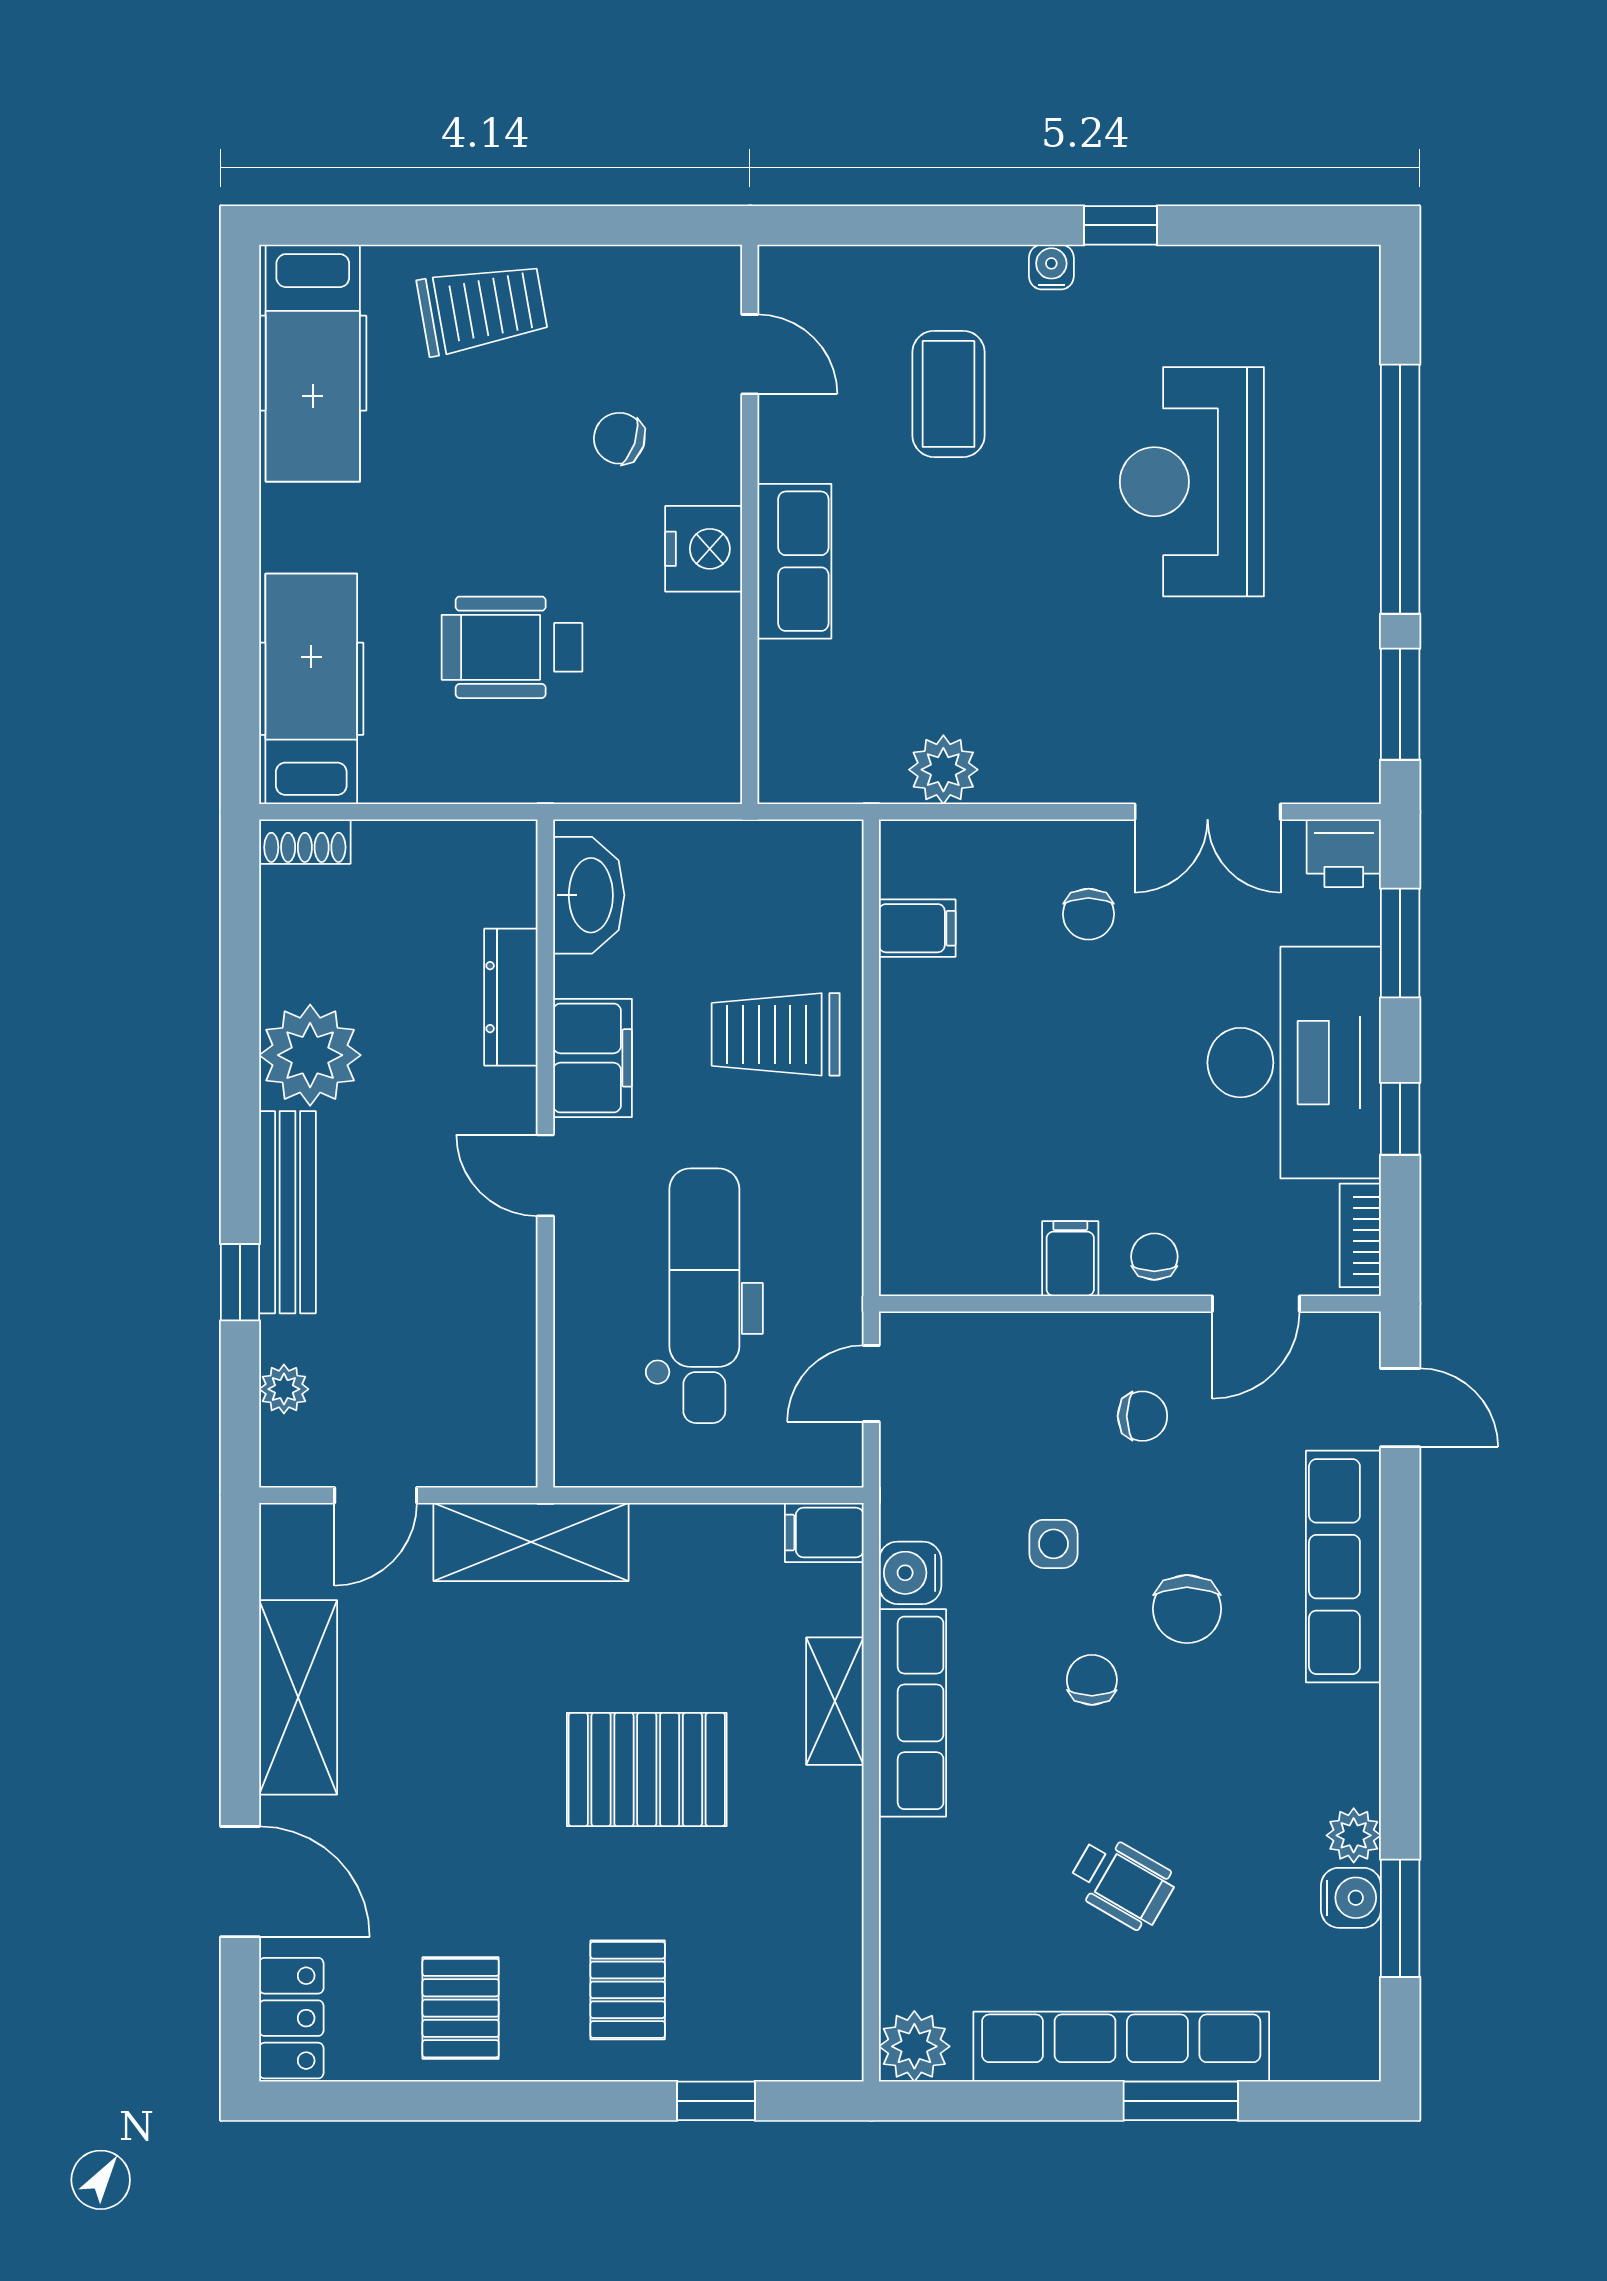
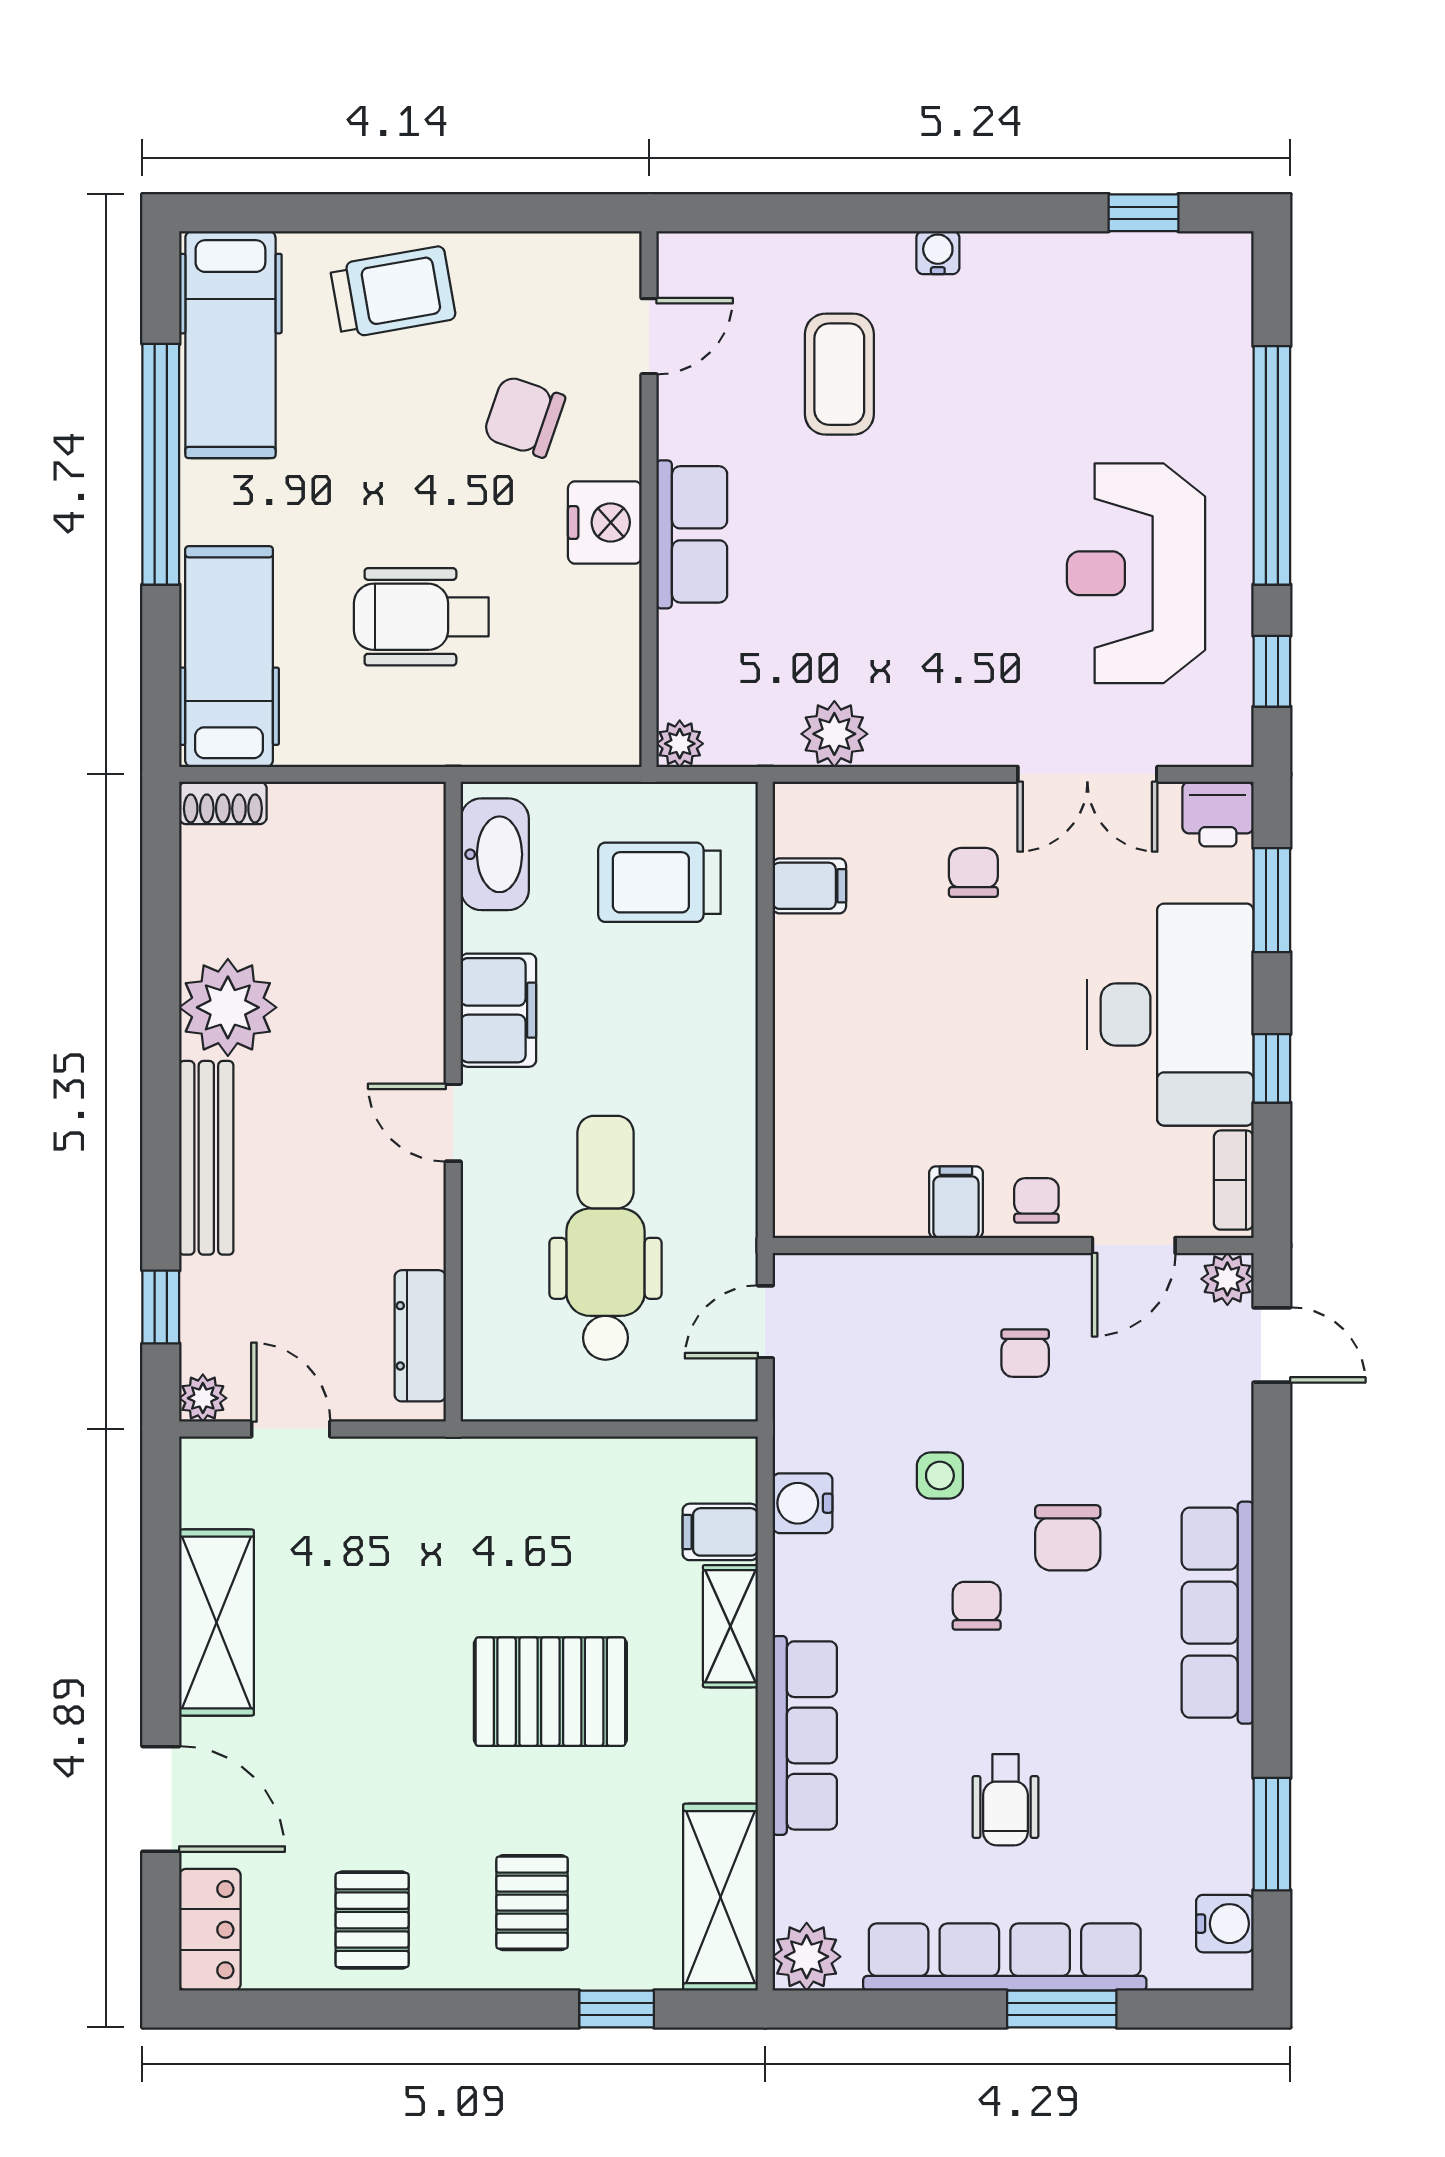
window: (1120, 225) -> (1144, 213), moved
door: (750, 354) -> (649, 336), hinge flipped
chair: (619, 438) -> (524, 417), width x1.37, depth x1.37
reception desk: (1192, 482) -> (1136, 573), moved
window: (240, 488) -> (161, 464), added
window: (1400, 704) -> (1272, 671), width x0.67
plant: (782, 780) -> (680, 744), added
chair: (1088, 914) -> (973, 872), turned 180
dresser: (511, 997) -> (420, 1336), moved
trolley: (776, 1034) -> (659, 882), moved
window: (240, 1282) -> (161, 1307), moved
plant: (284, 1389) -> (203, 1398), moved
chair: (1142, 1416) -> (1025, 1353), turned 90
door: (376, 1495) -> (291, 1429), swing flipped
filing cabinet: (824, 1532) -> (720, 1532), moved
shelving: (531, 1542) -> (721, 1897), moved, turned 90
row of seats: (1343, 1567) -> (1218, 1613), moved
row of seats: (912, 1713) -> (805, 1735), moved
plant: (1354, 1835) -> (1227, 1279), moved
wheelchair: (1122, 1882) -> (1005, 1800), turned 60
water cooler: (1351, 1898) -> (1225, 1924), moved

